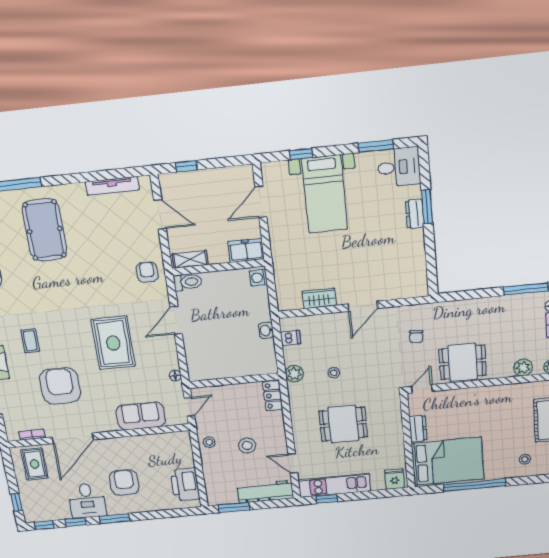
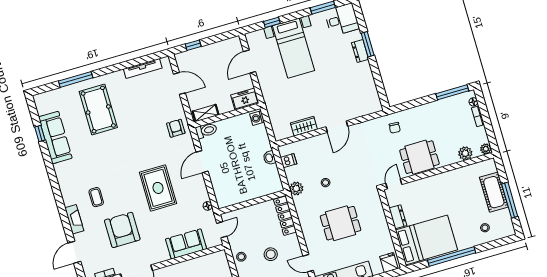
chair: (416, 337) -> (395, 128), moved
locker: (273, 396) -> (285, 216), width x1.53

